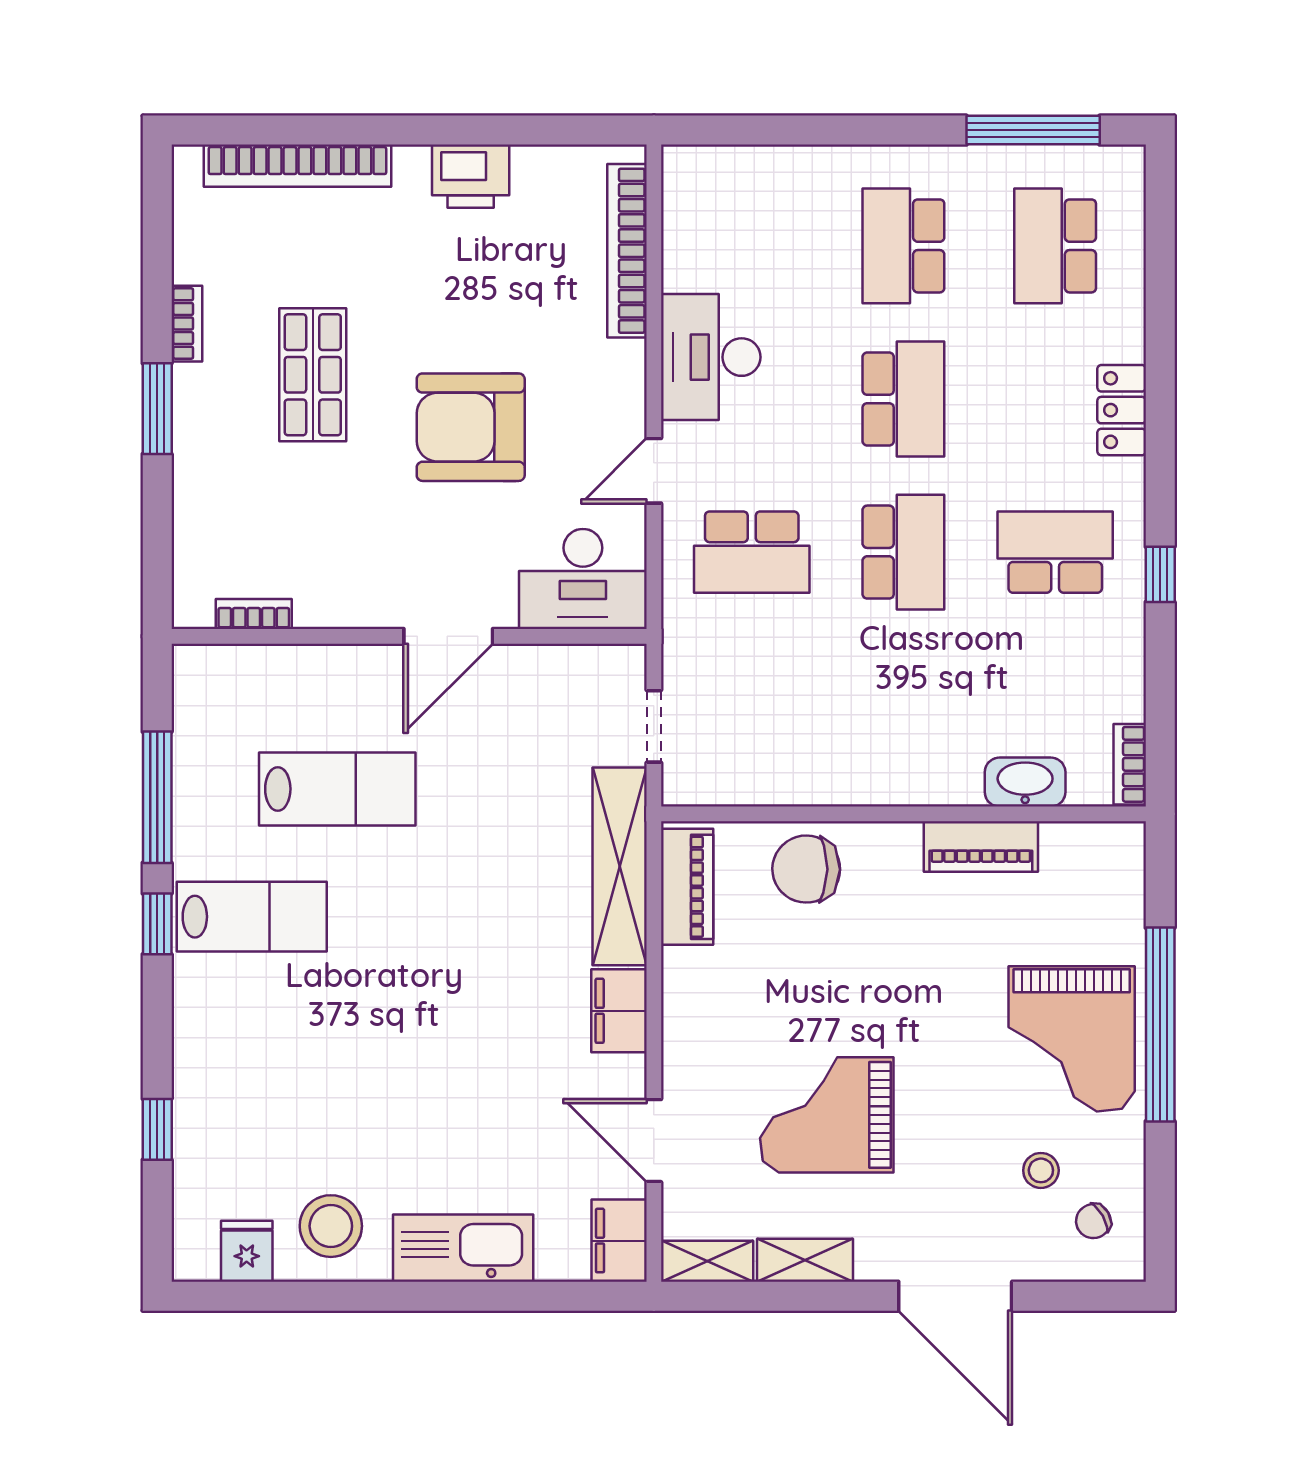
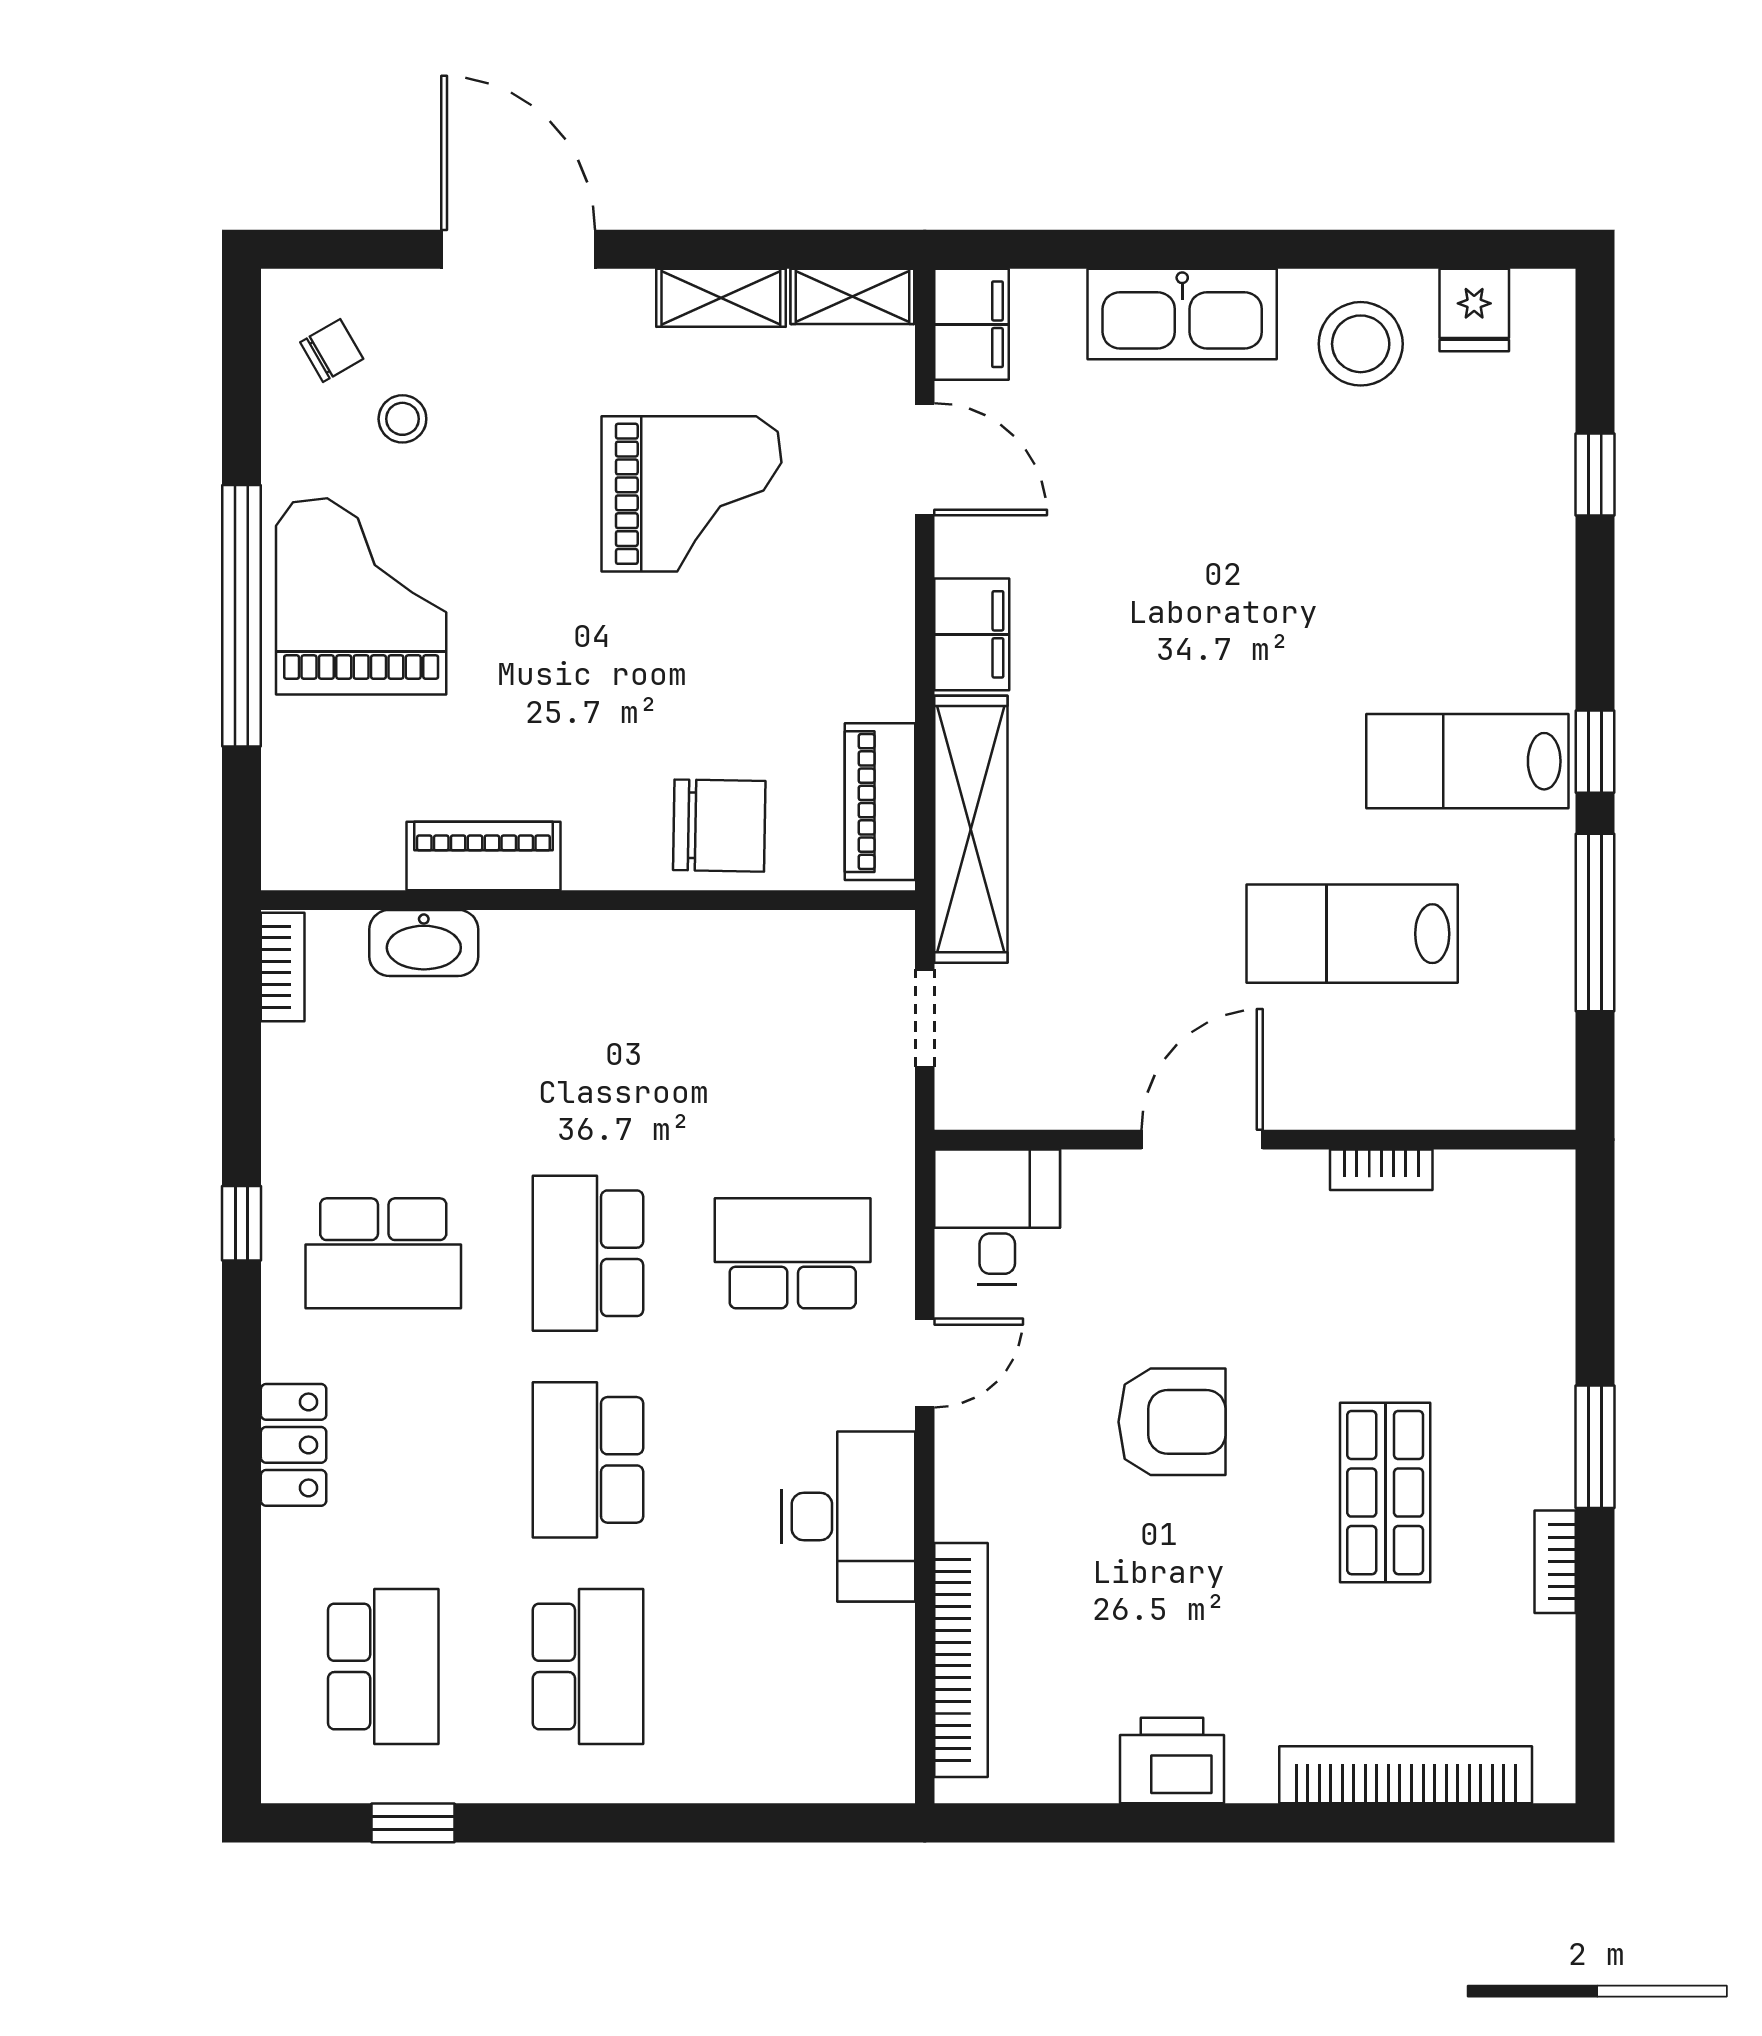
window: (1033, 130) -> (413, 1823), width x0.46
armchair: (471, 427) -> (1172, 1422), width x0.73, depth x0.73
desk: (583, 579) -> (997, 1217), width x0.73
bookcase: (254, 614) -> (1381, 1170), moved

